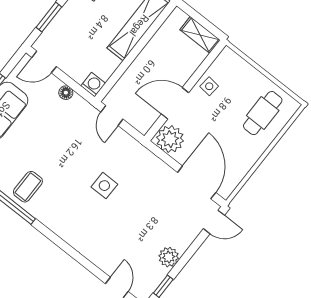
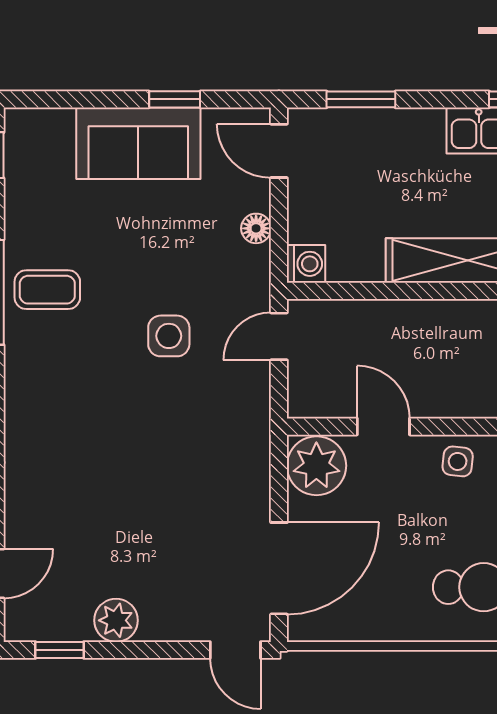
door: (175, 103) -> (383, 427), width x0.73
side table: (104, 186) -> (169, 336), moved

